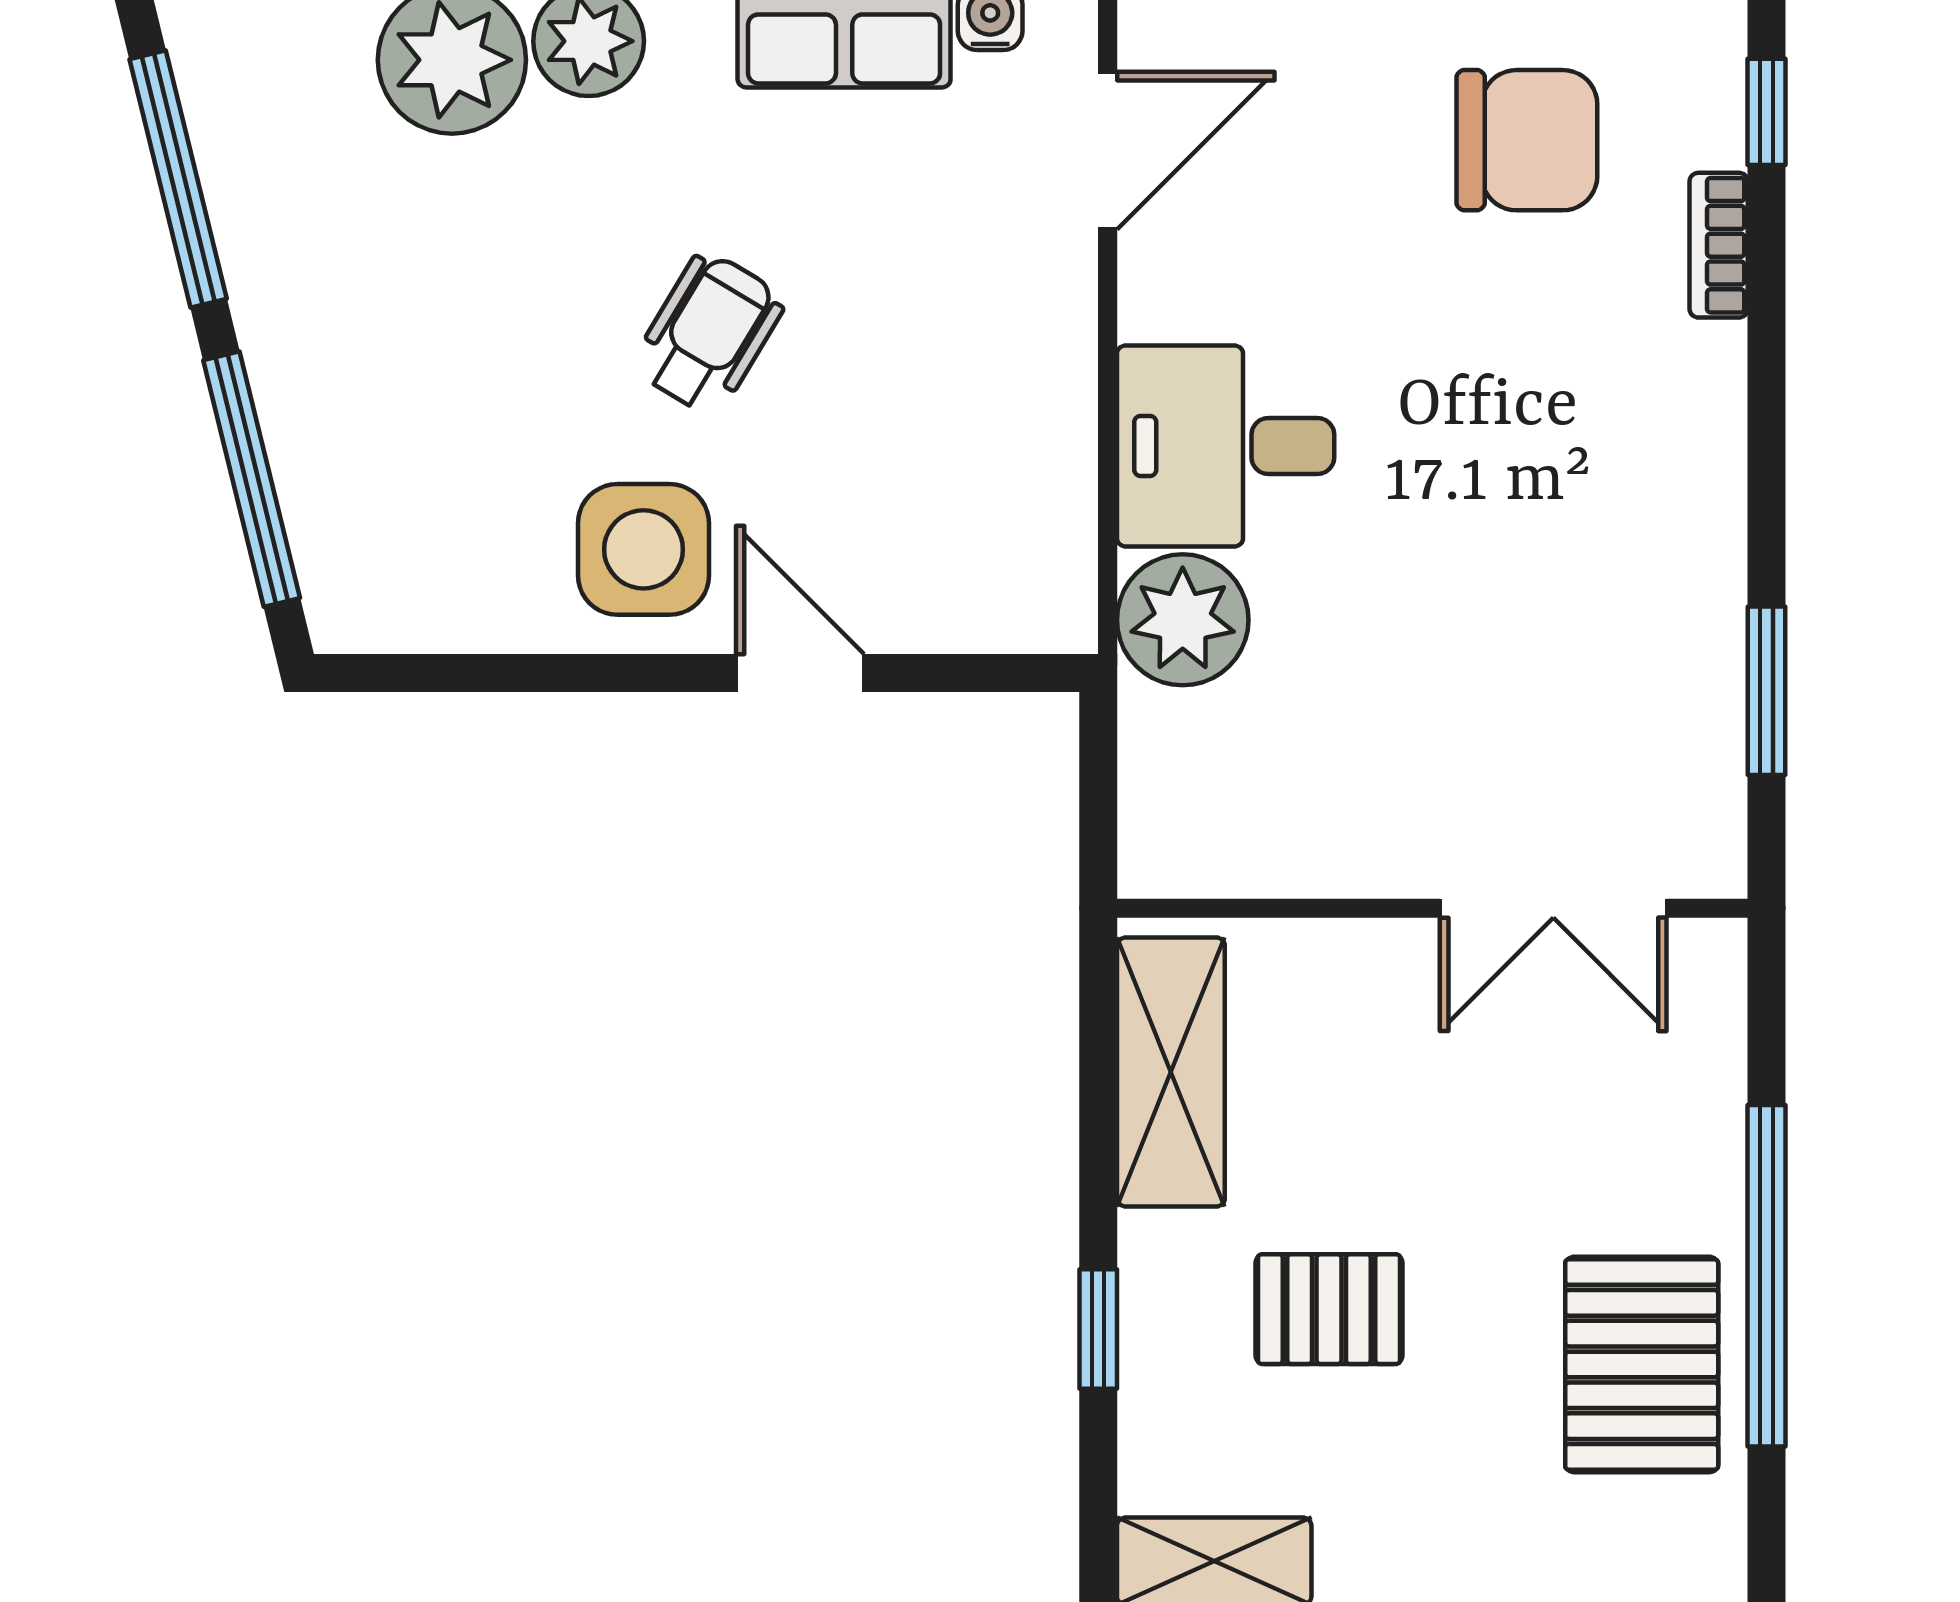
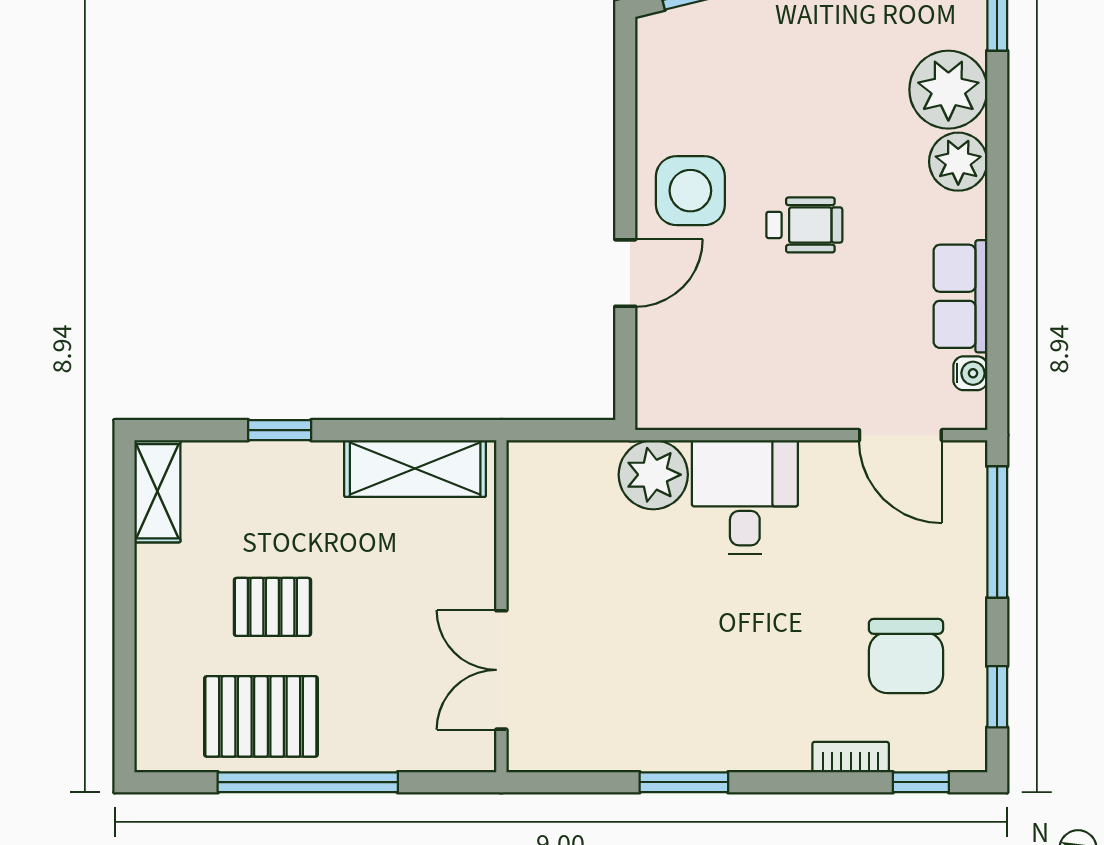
wheelchair: (709, 333) -> (804, 225), turned -31
window: (1766, 691) -> (684, 782), moved
pallet: (1329, 1309) -> (272, 607), moved, turned 90

